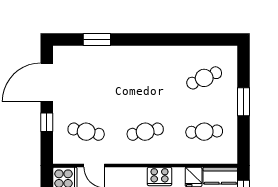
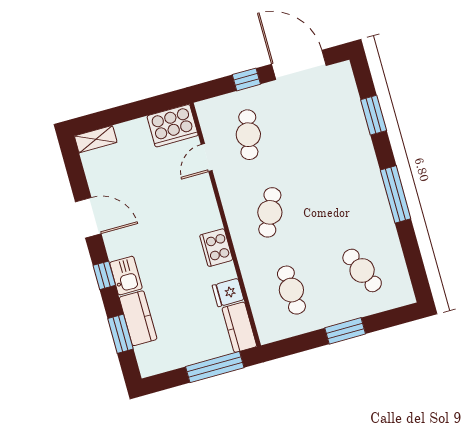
window: (157, 39) -> (396, 194), added
cafe table: (145, 132) -> (270, 212), turned 36

